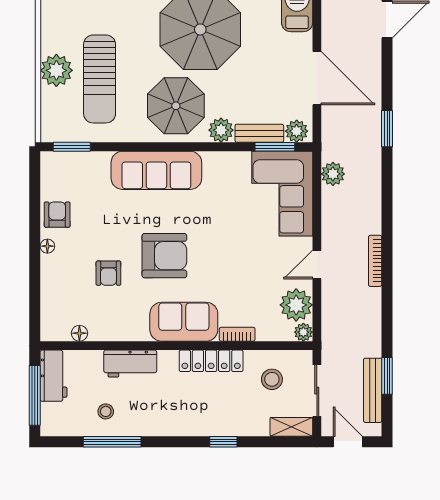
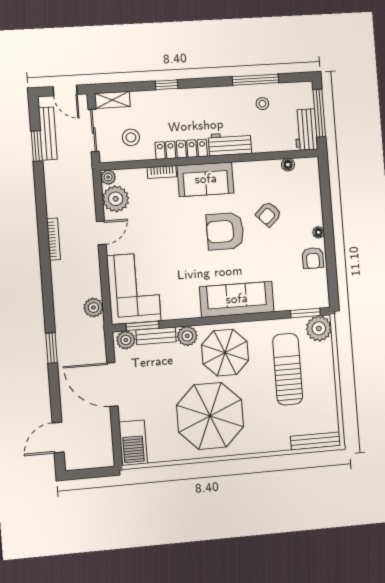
plant: (56, 70) -> (319, 328), moved
armchair: (108, 273) -> (269, 214), turned -134
workbench: (130, 364) -> (230, 144), moved

